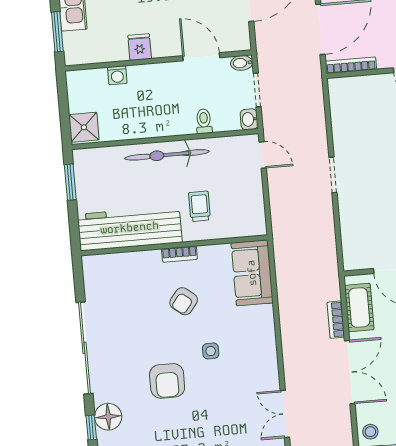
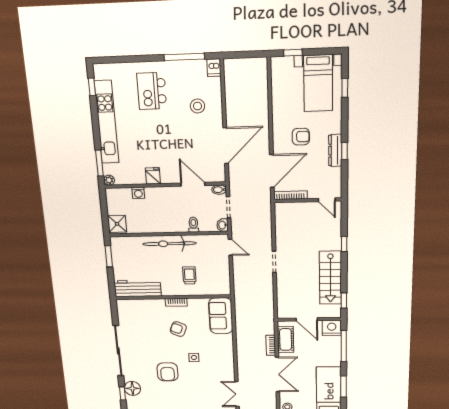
plant: (72, 58) -> (109, 180), added
workbench: (130, 228) -> (138, 288), width x0.73, depth x0.76
armchair: (184, 301) -> (178, 329), turned 74

